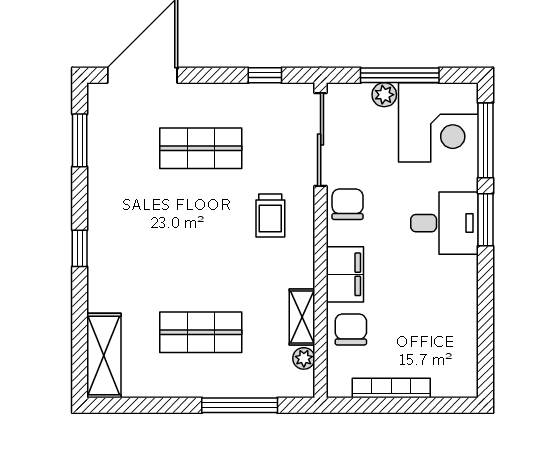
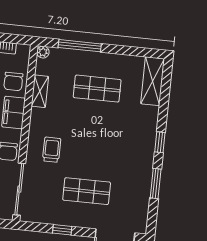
window: (265, 75) -> (62, 230), moved
window: (80, 140) -> (156, 184), moved
plant: (304, 358) -> (43, 52), moved

